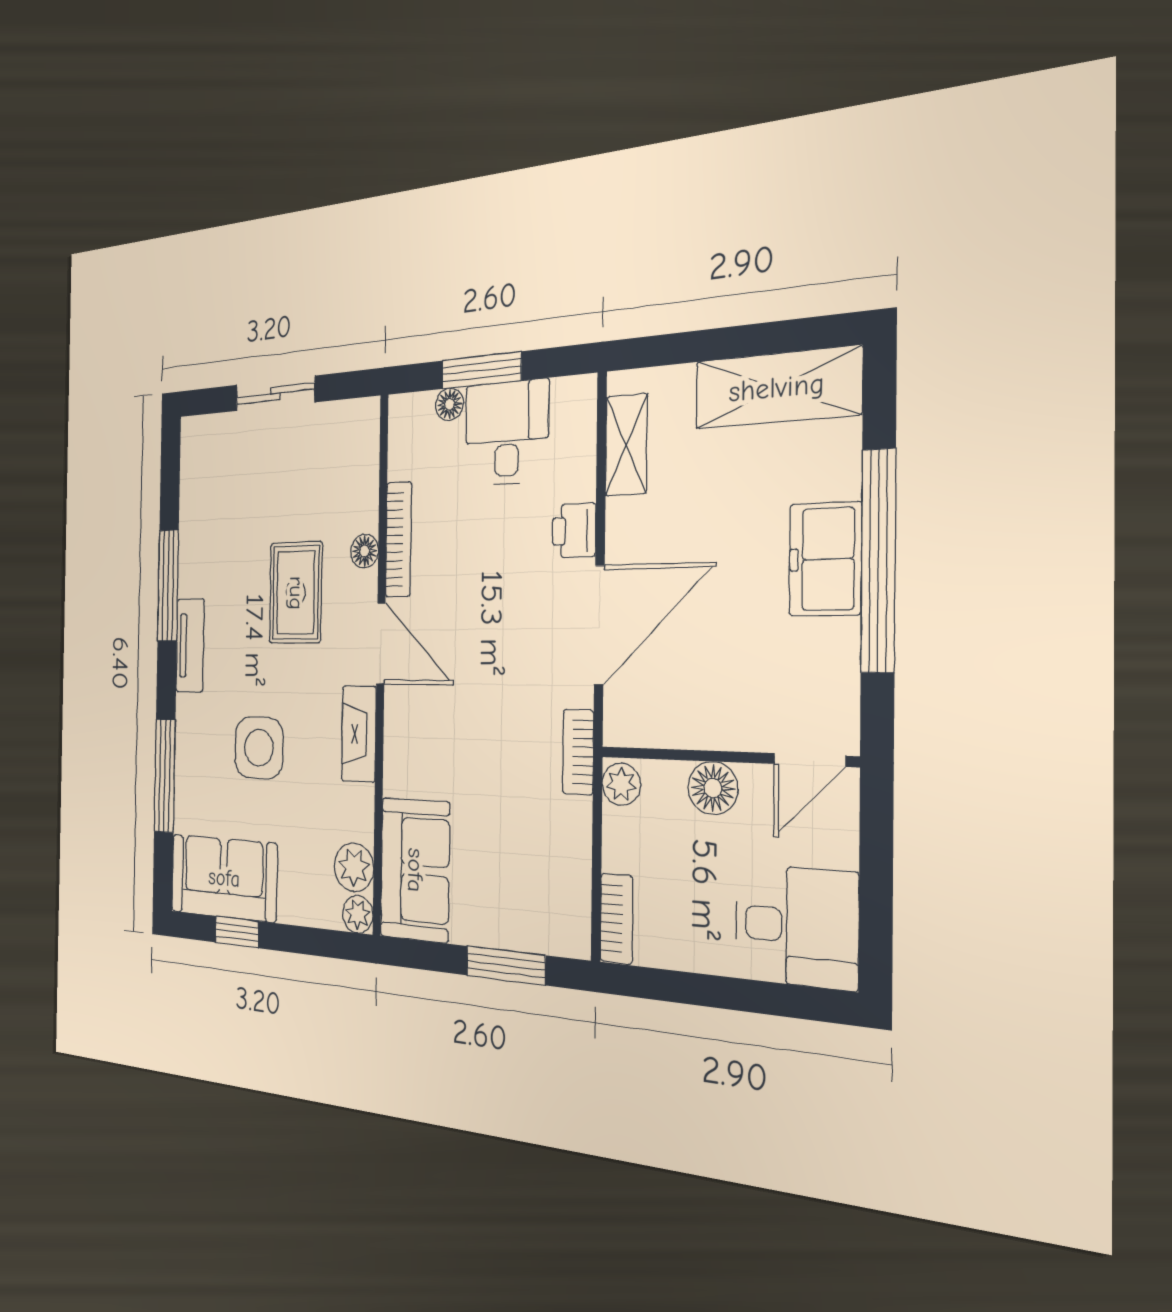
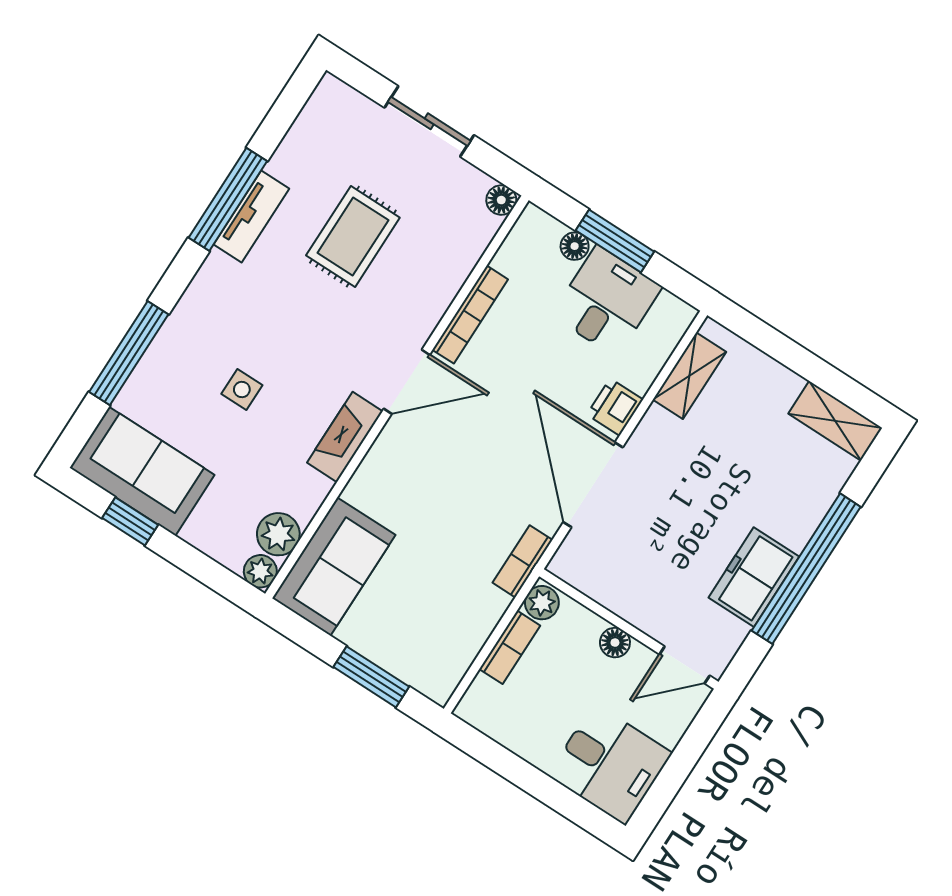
shelving: (777, 388) -> (835, 421), width x0.67, depth x0.75
floor lamp: (365, 551) -> (501, 200), moved
freezer: (825, 559) -> (754, 577), moved
rug: (296, 593) -> (353, 237), moved
door: (599, 625) -> (593, 485), swing flipped
door: (381, 643) -> (407, 382), hinge flipped
tv unit: (190, 645) -> (251, 217), moved
side table: (259, 748) -> (242, 389), width x0.54, depth x0.54
floor lamp: (713, 788) -> (615, 643), width x0.73, depth x0.73
bookcase: (616, 919) -> (510, 647), moved

